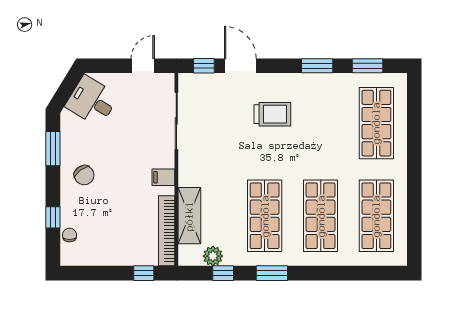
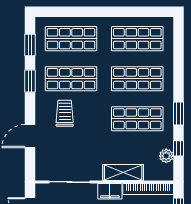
window: (204, 66) -> (30, 162), removed
shop shelf: (321, 123) -> (71, 79), added
filing cabinet: (163, 177) -> (110, 191), width x2.00
shelving: (189, 216) -> (123, 173), moved

